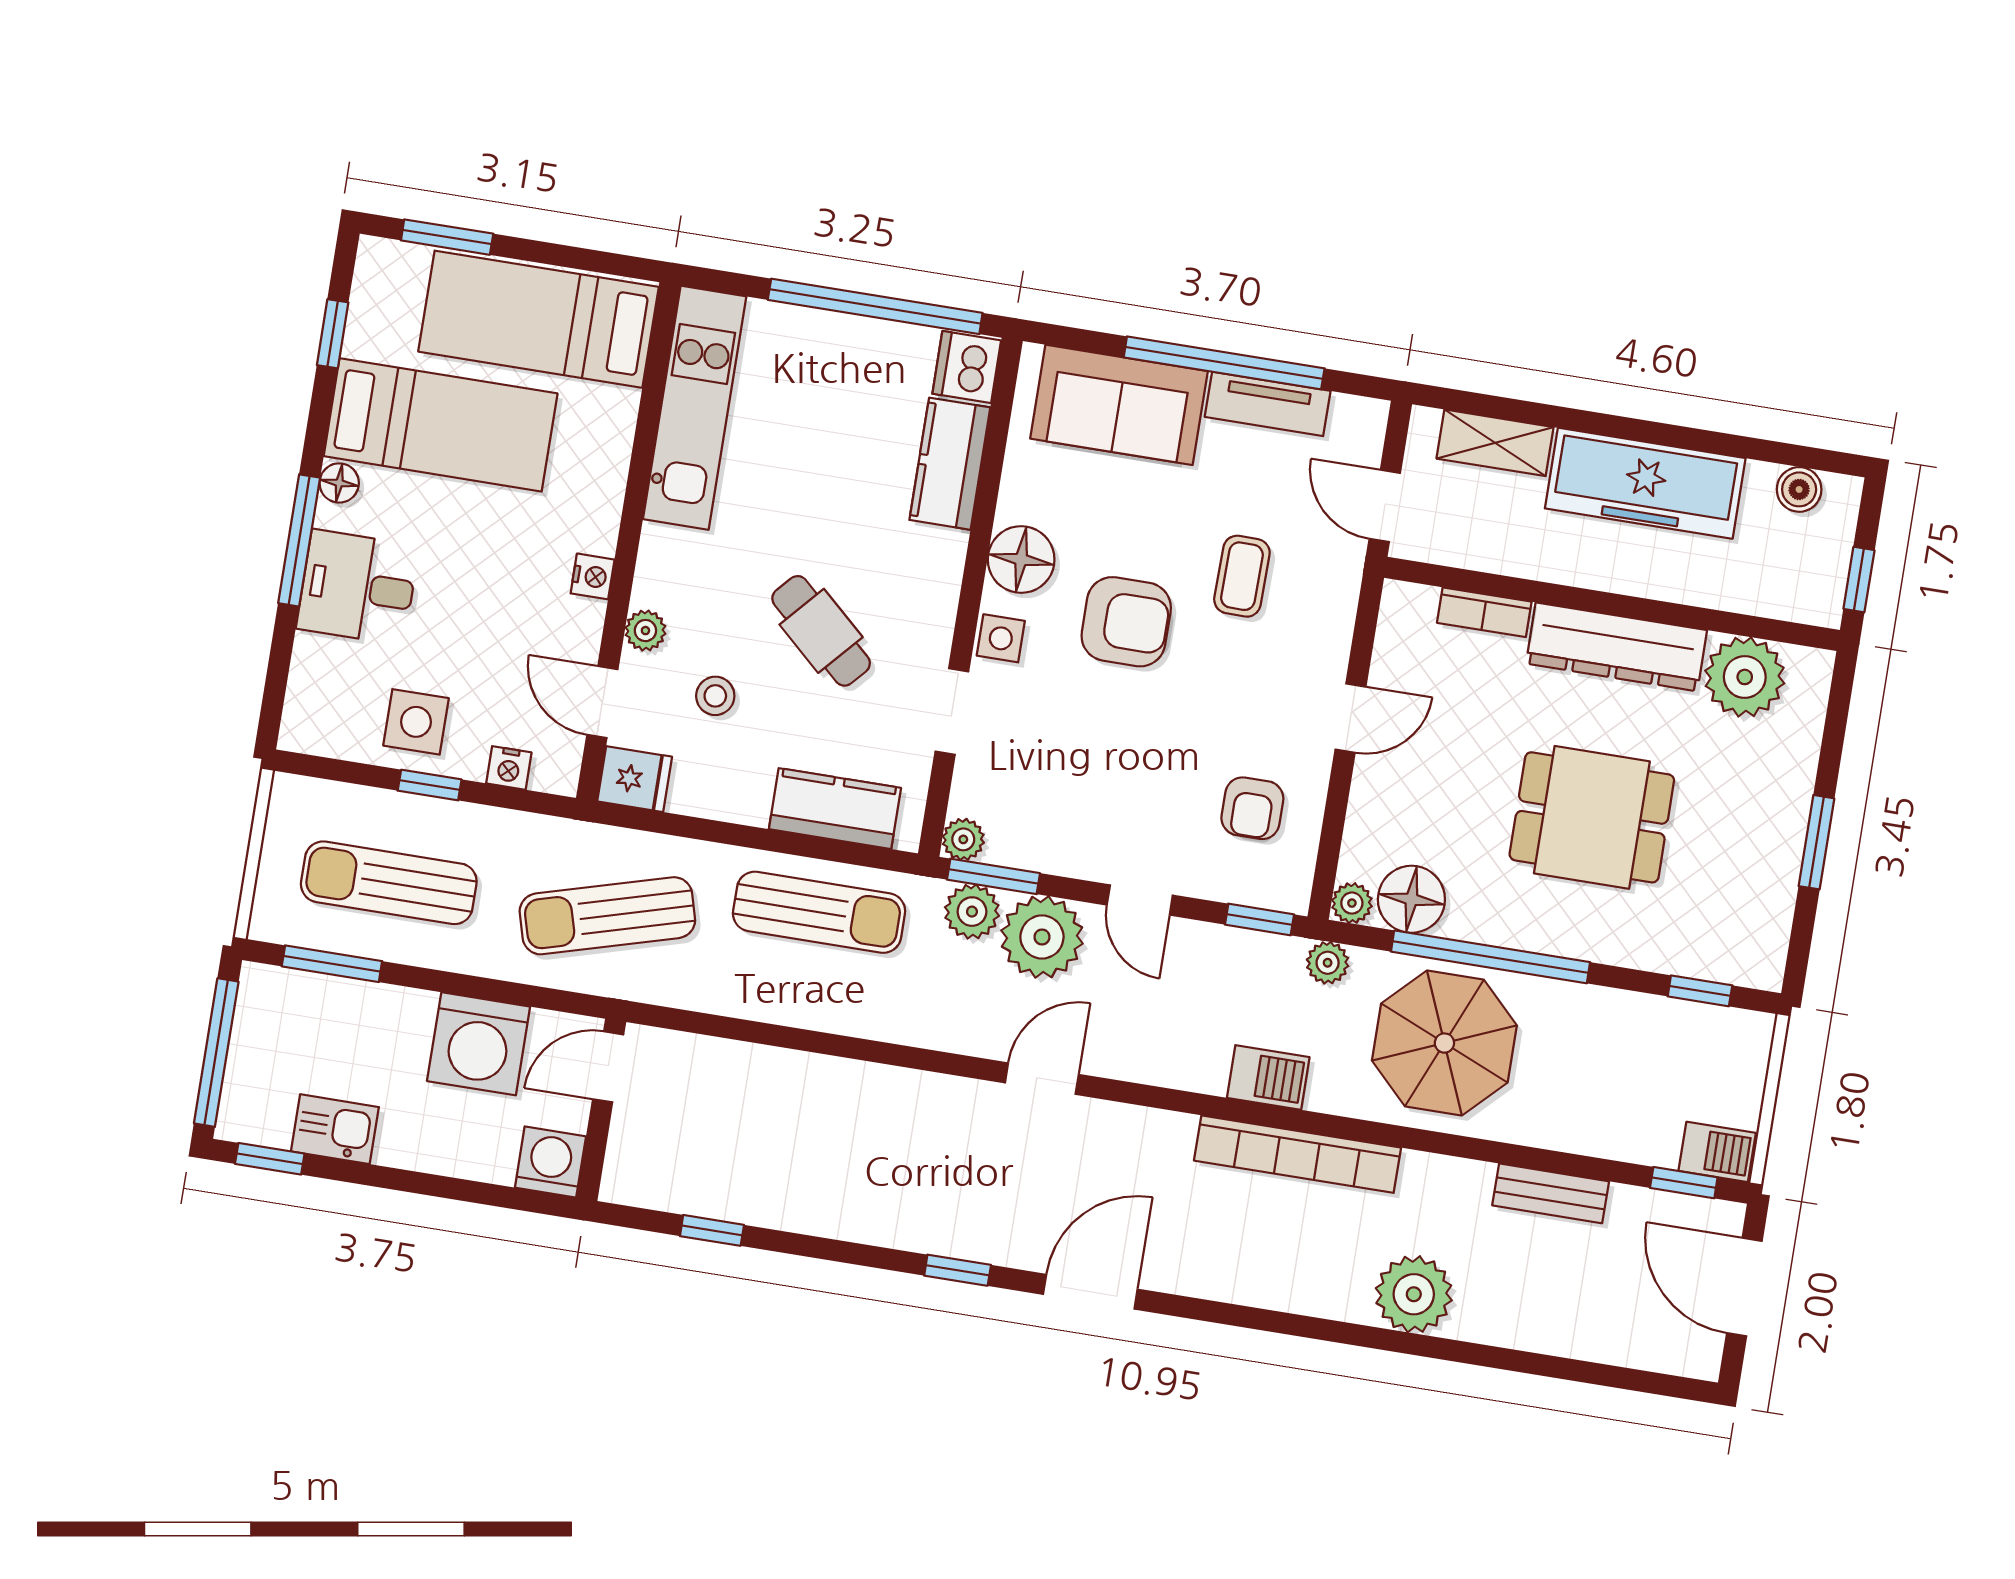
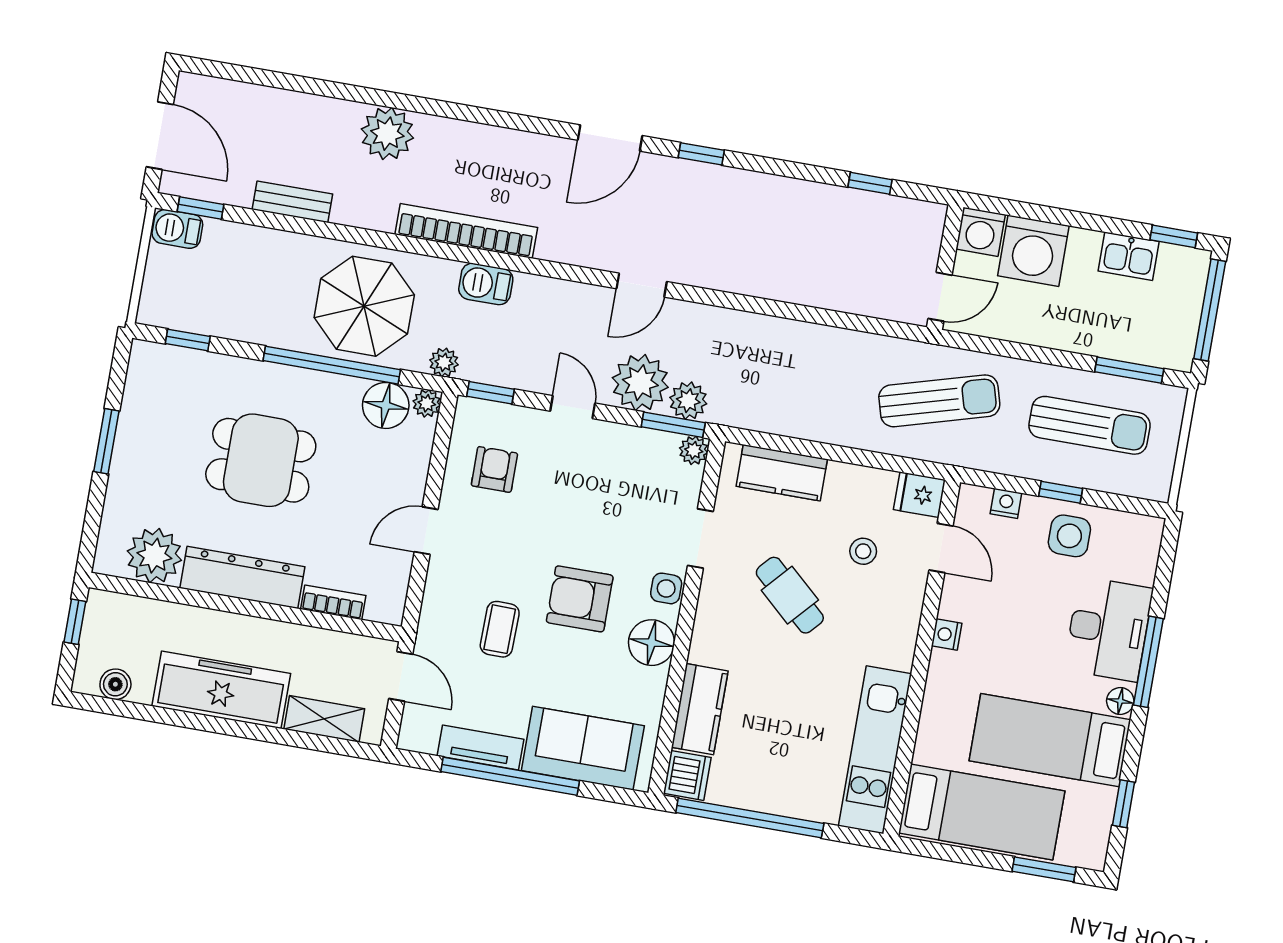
desk: (358, 587) -> (1108, 629), width x1.37
plant: (645, 631) -> (911, 597), removed
sun lounger: (819, 912) -> (794, 401), removed
washing machine: (479, 1044) -> (1033, 251), moved, turned 180

